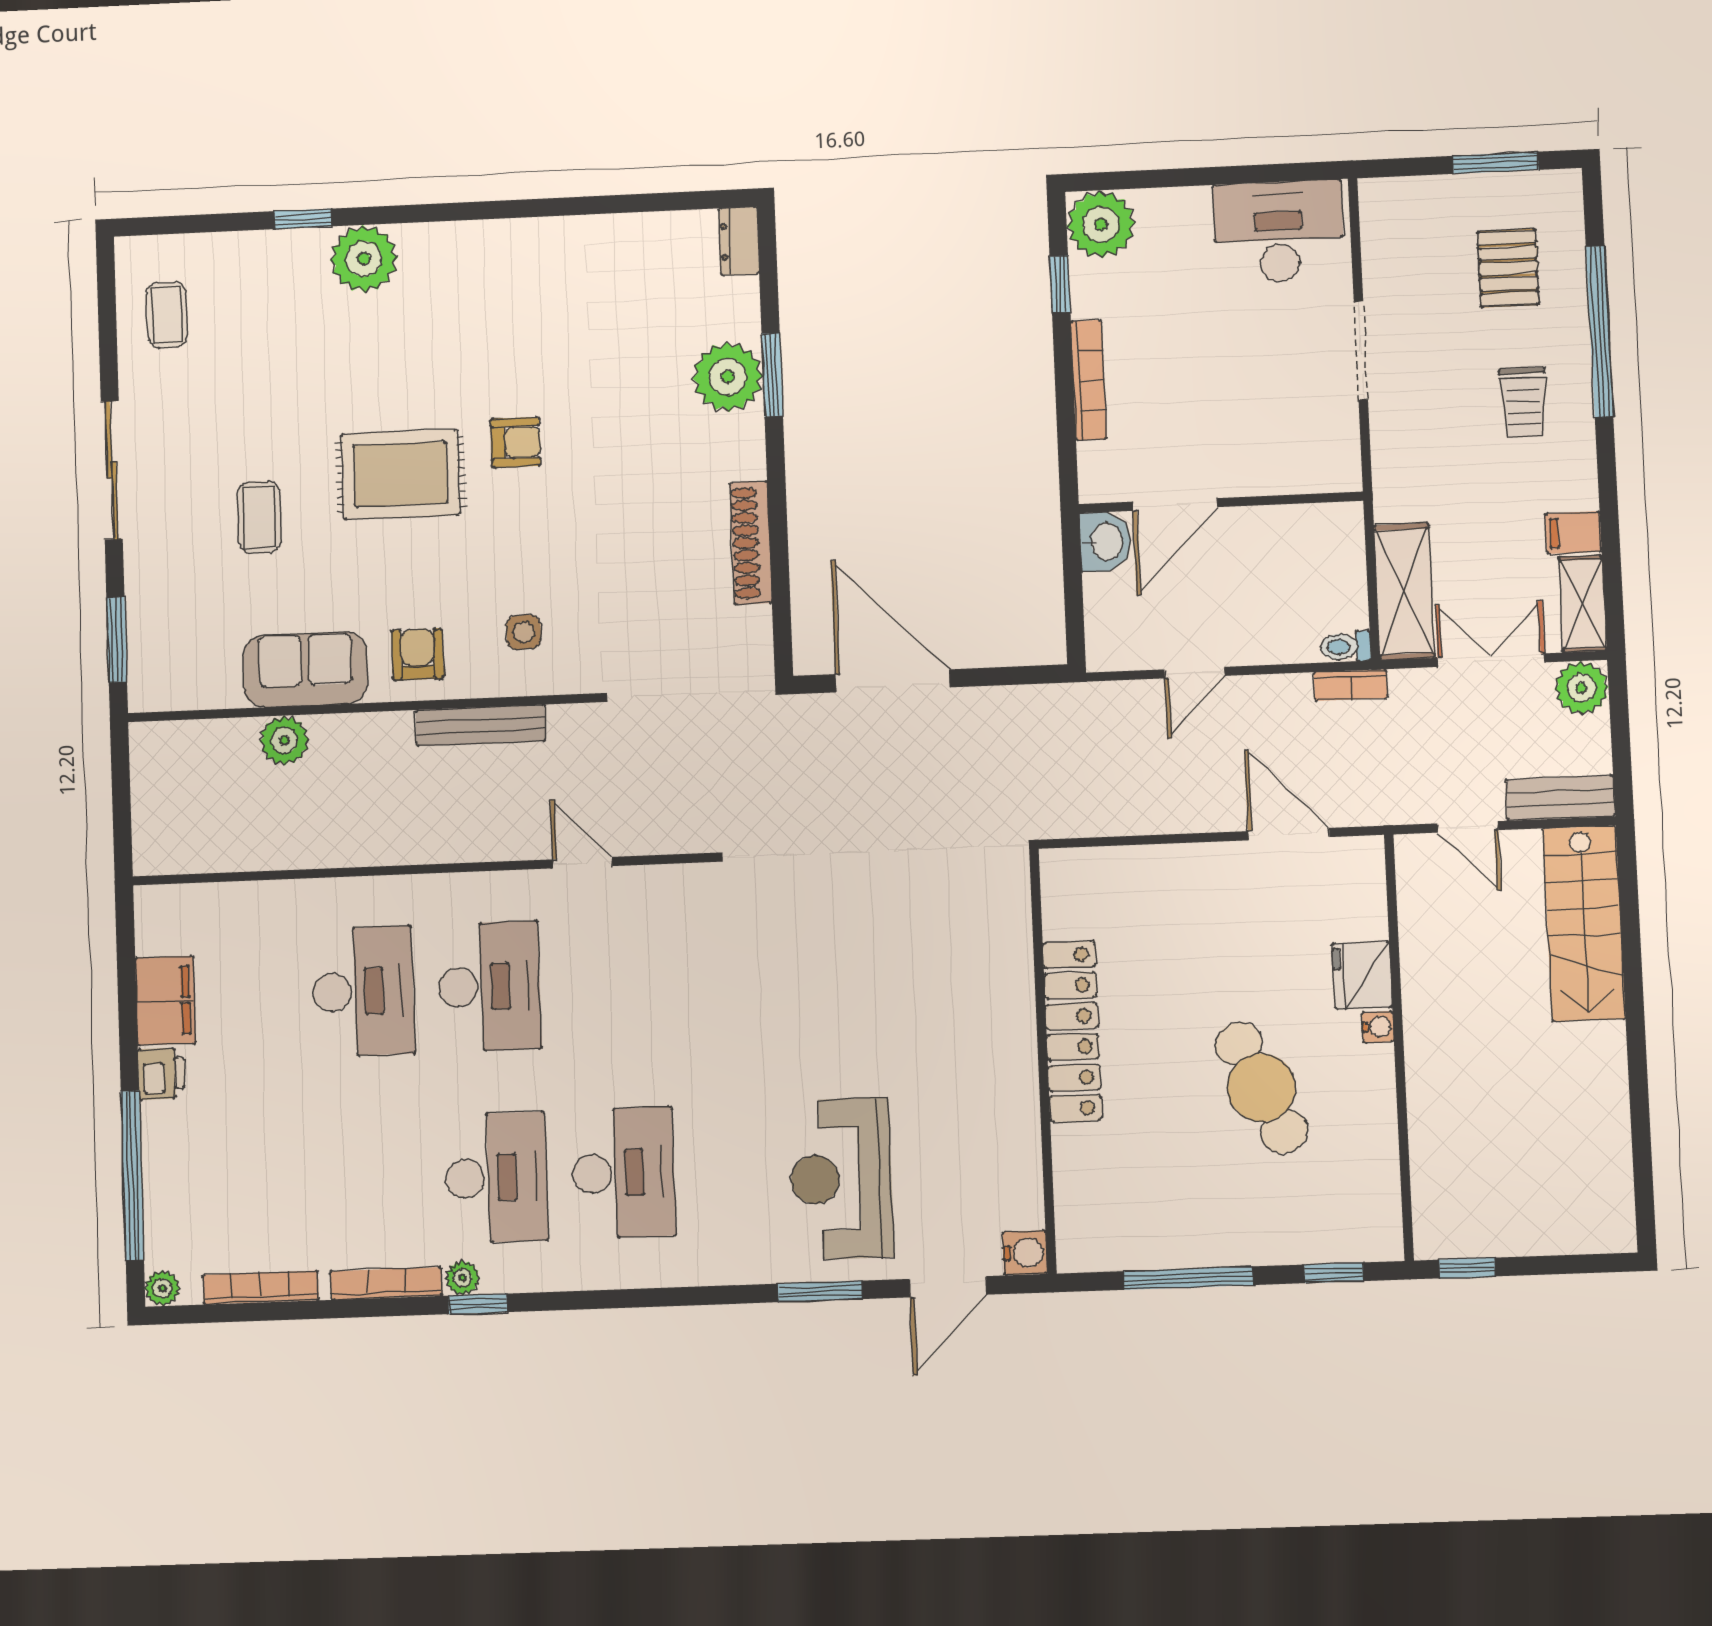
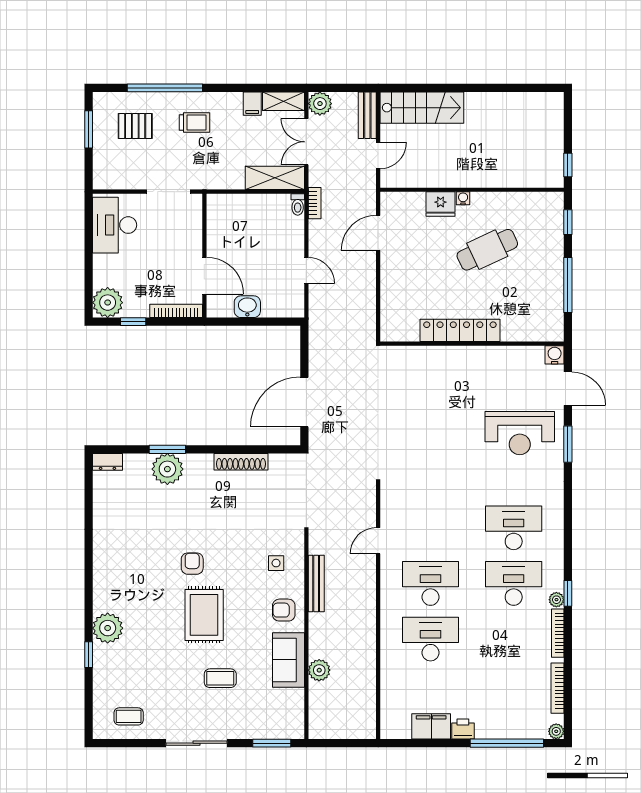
wall: (1221, 502) -> (204, 256), moved
door: (1175, 504) -> (204, 276), moved

